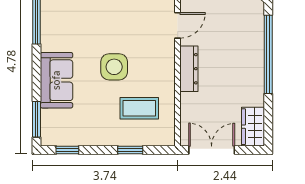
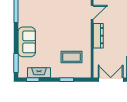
side table: (114, 67) -> (58, 35), removed
fireplace: (79, 137) -> (39, 73), added

